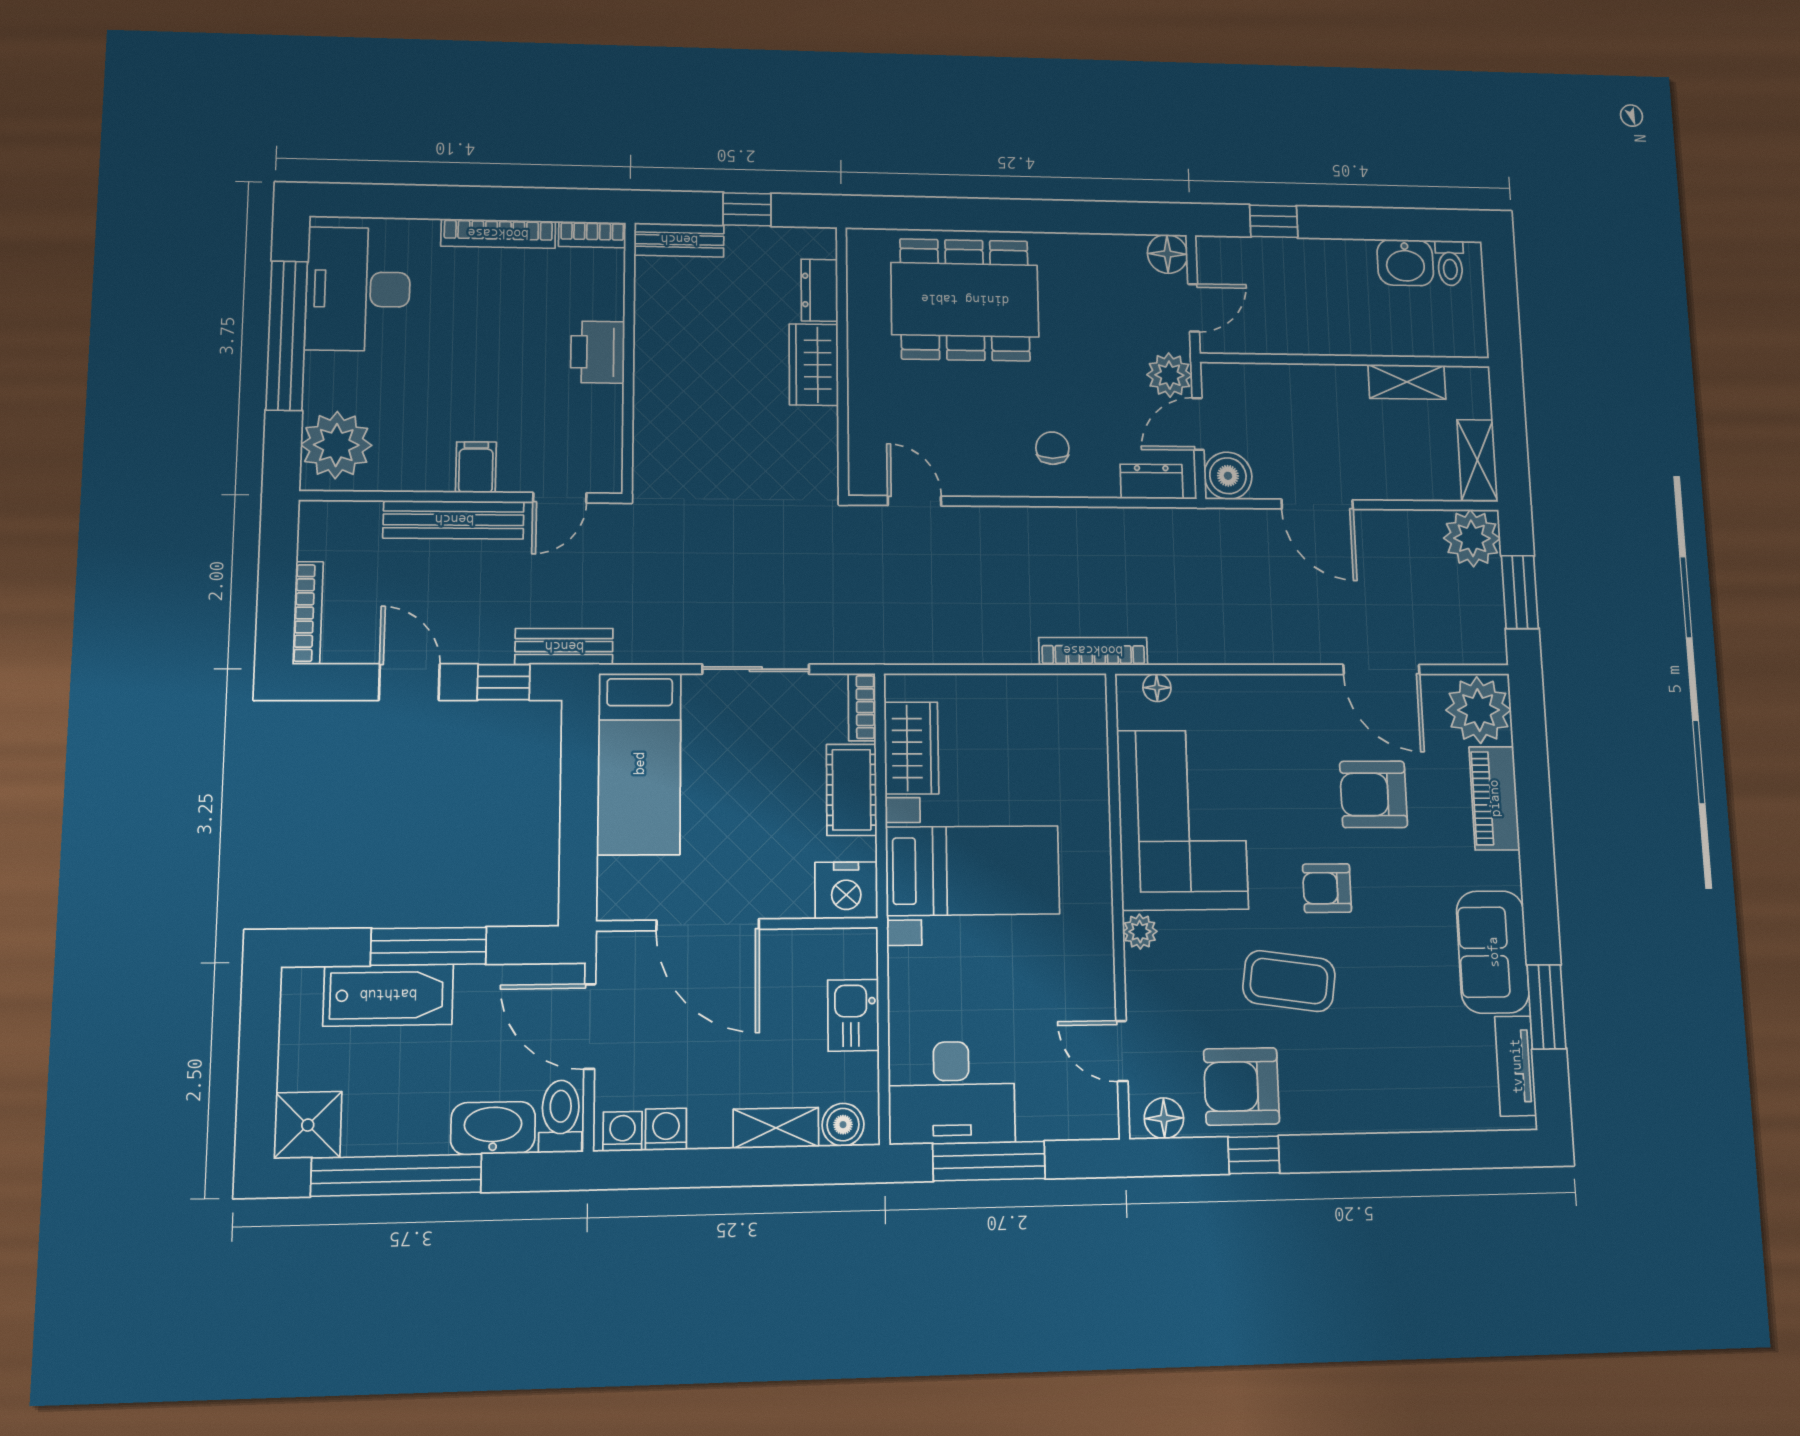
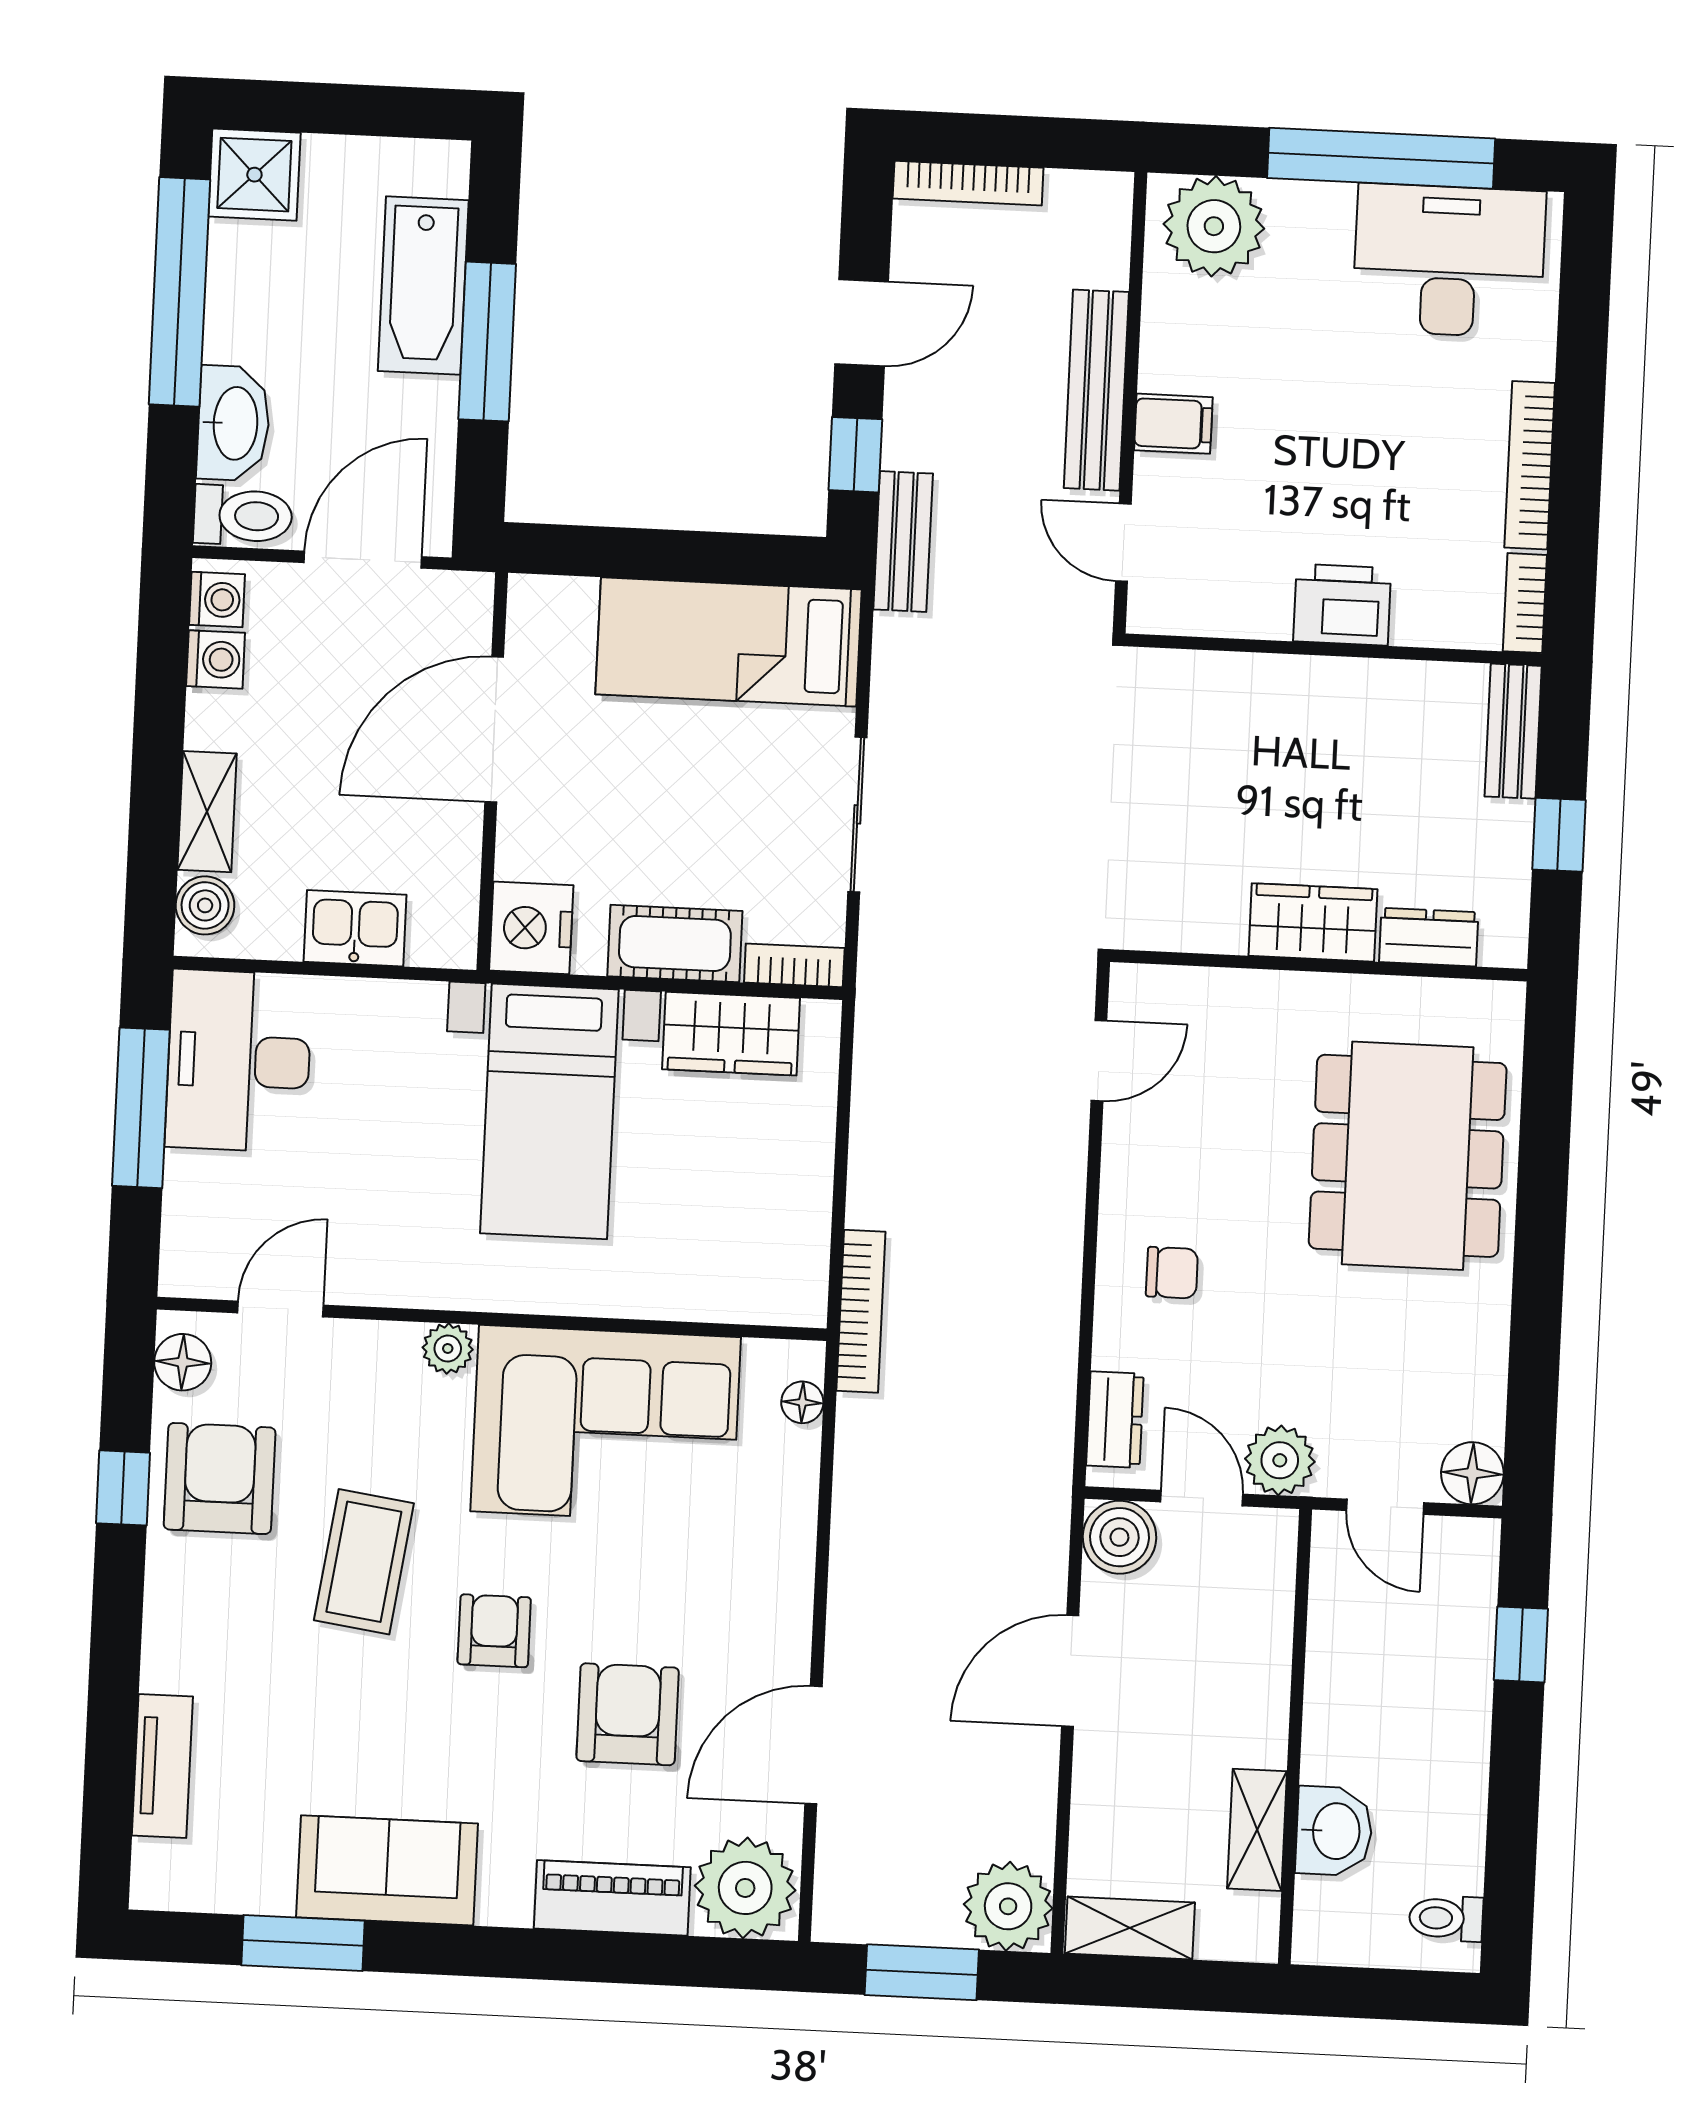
washbasin: (1405, 263) -> (1334, 1831), moved, turned 180
tv unit: (1516, 1066) -> (162, 1766), moved, turned 90

